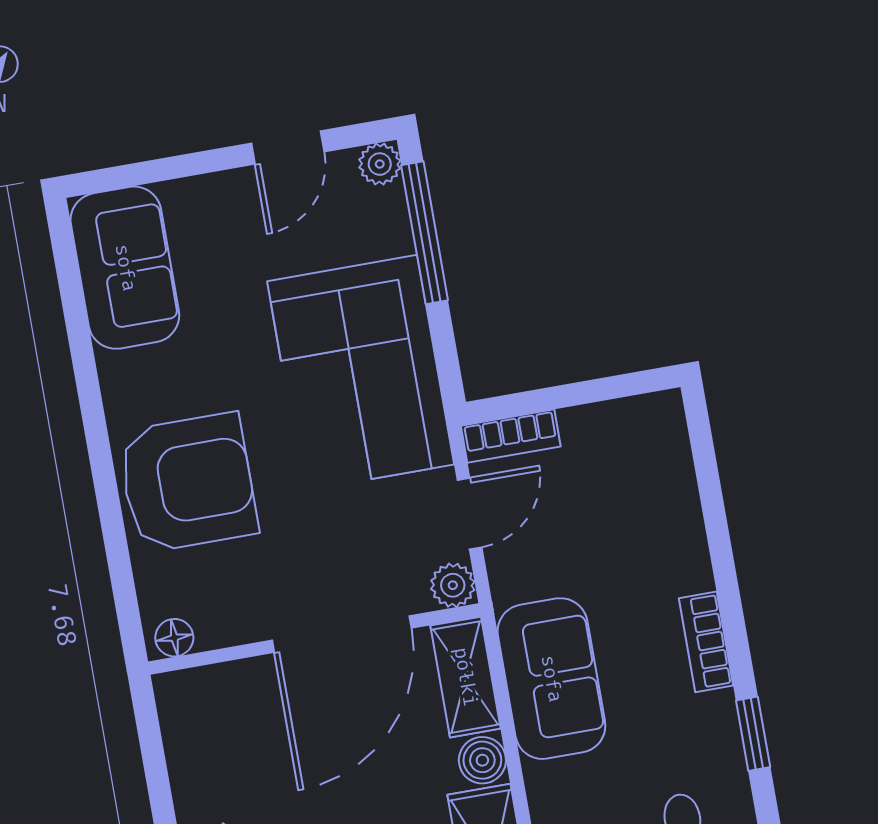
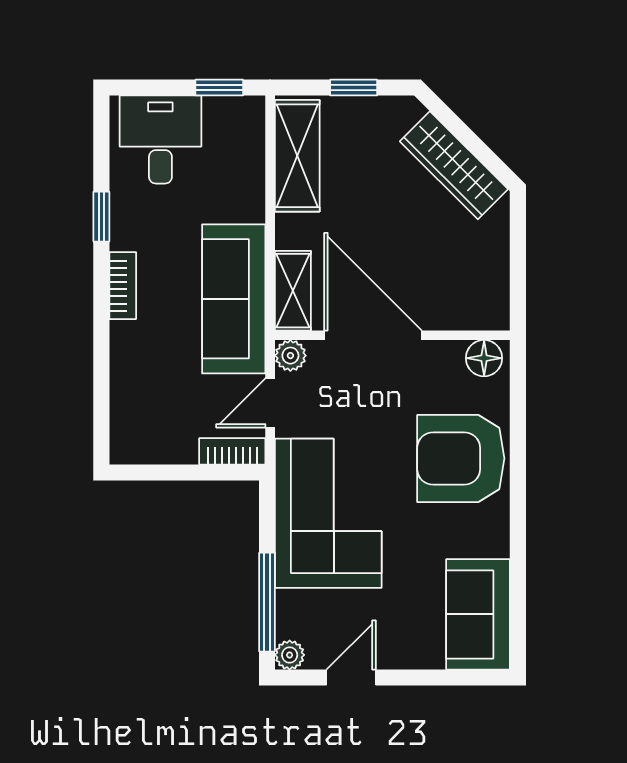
door: (342, 634) -> (373, 335), hinge flipped
floor lamp: (174, 638) -> (484, 358), width x1.37, depth x1.37
sofa: (551, 679) -> (234, 299), width x1.36
boiler: (482, 760) -> (291, 231), removed

